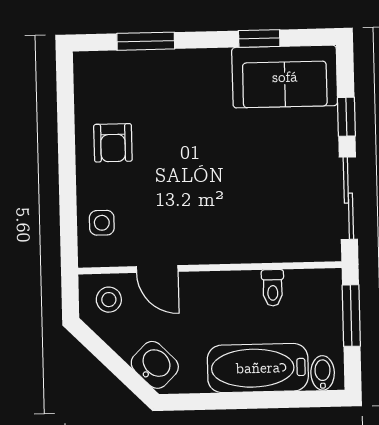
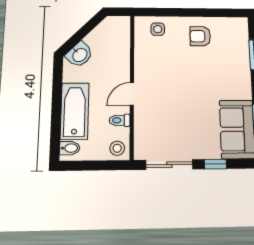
door: (157, 269) -> (132, 94), moved
stool: (109, 300) -> (117, 148), moved
window: (351, 316) -> (102, 165), removed

